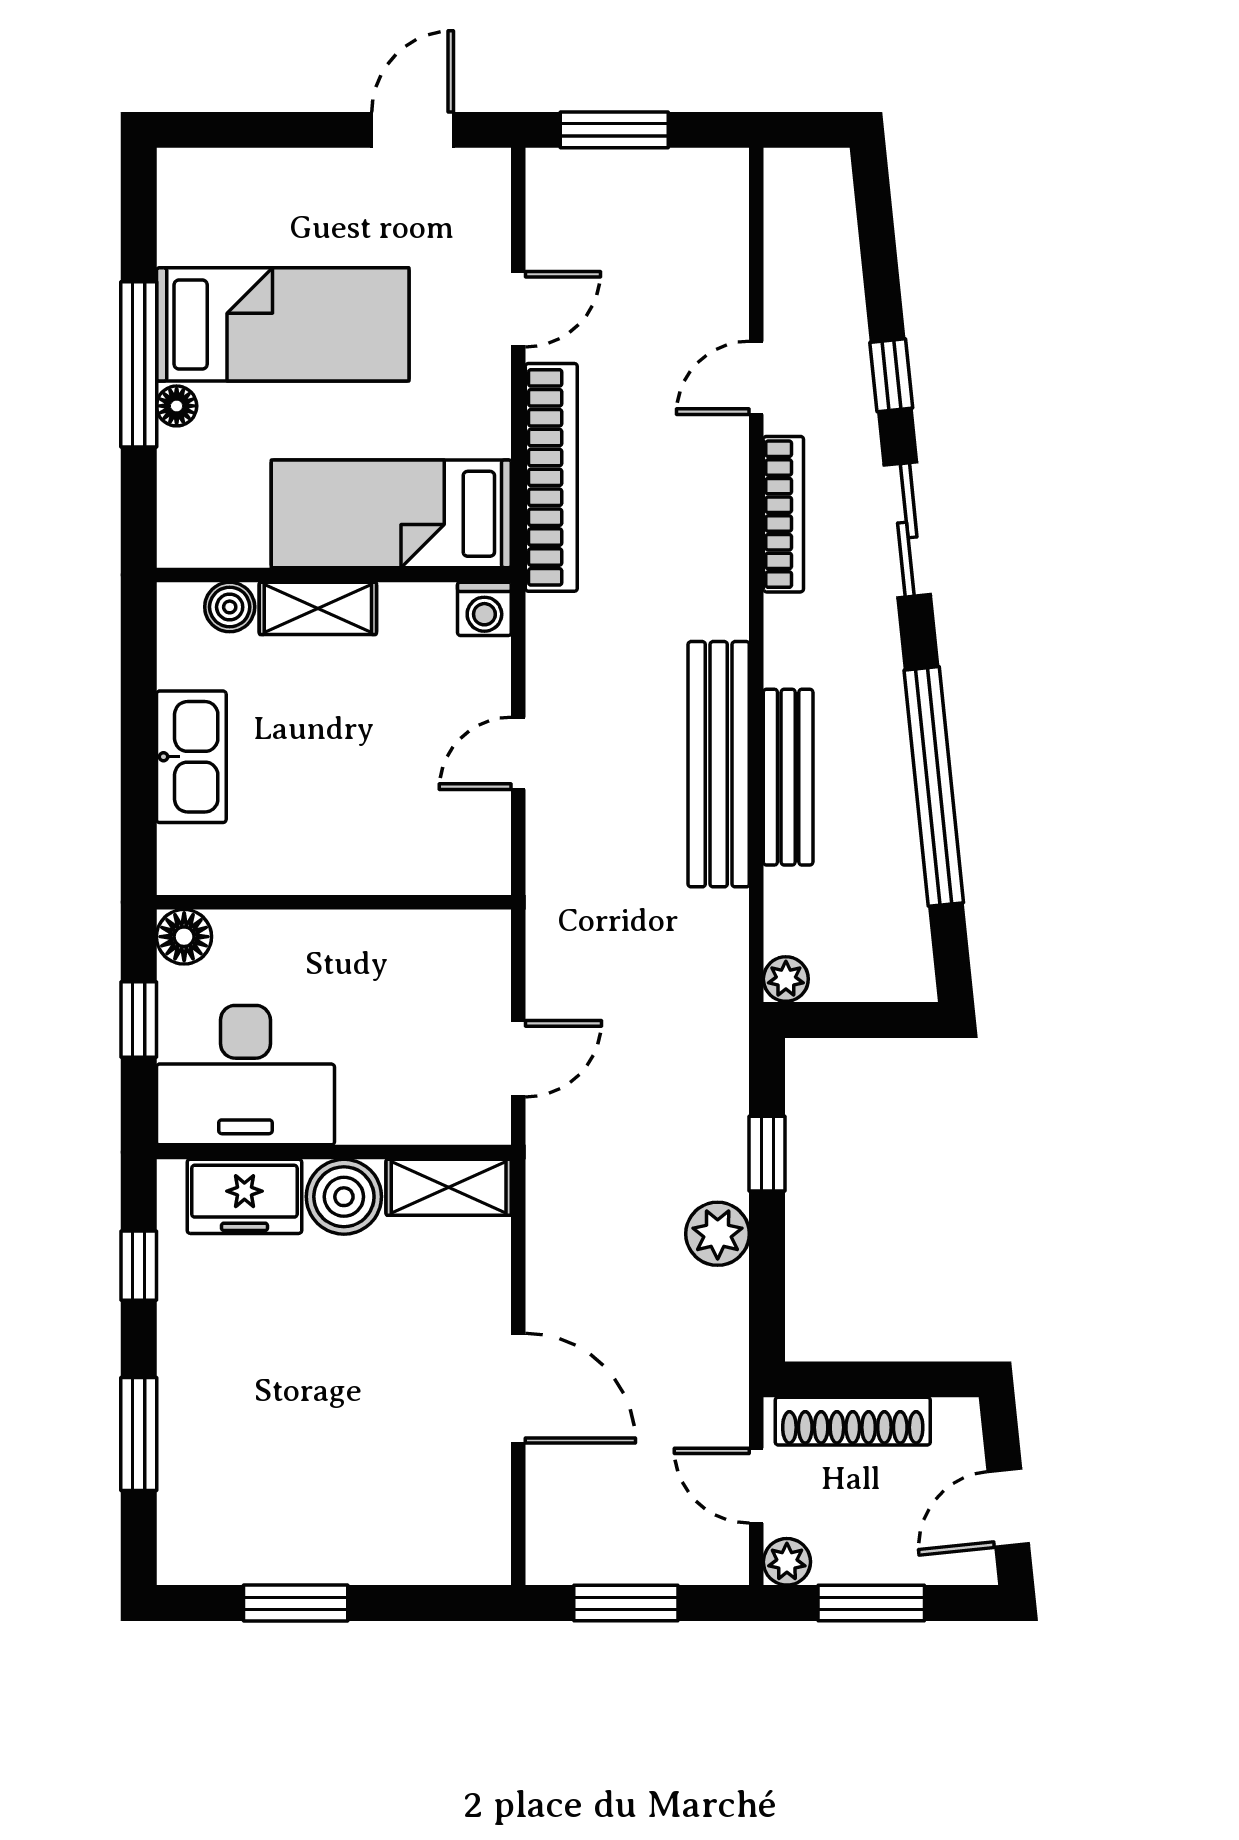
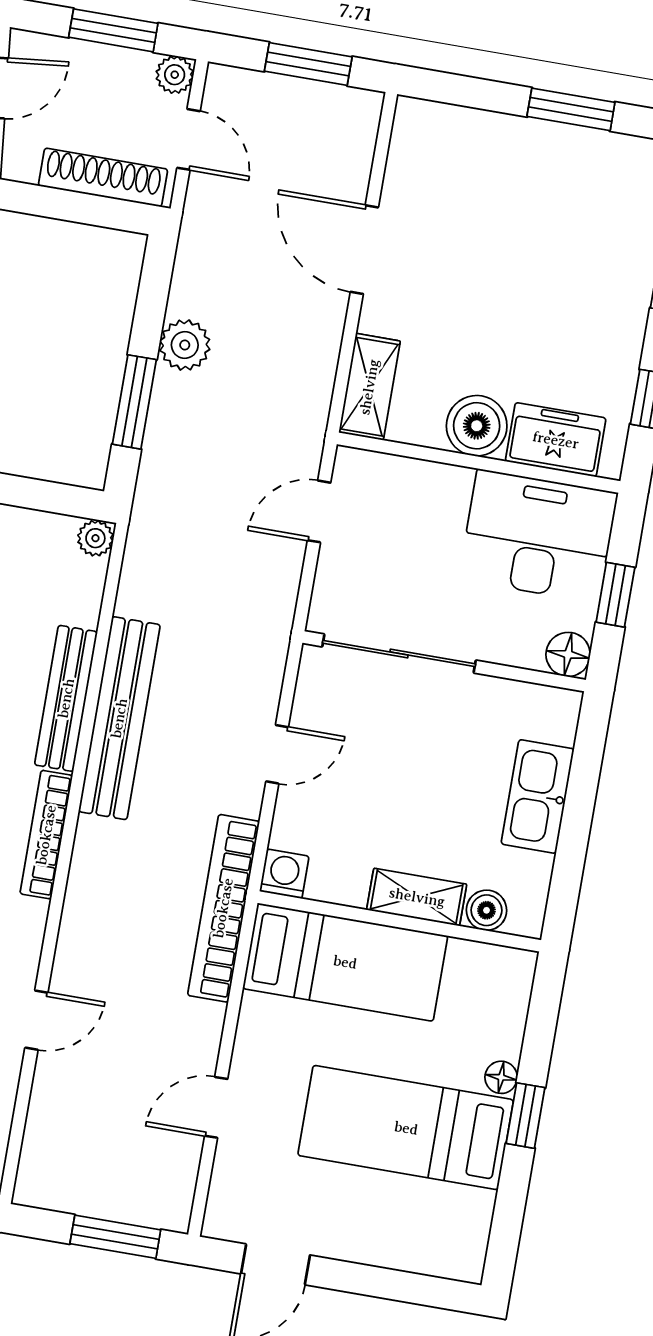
window: (139, 364) -> (525, 1116), width x0.46
bookcase: (551, 477) -> (223, 908), moved
bookcase: (783, 514) -> (46, 835), moved
sliding door: (391, 902) -> (399, 653), added
window: (767, 1154) -> (134, 402), width x1.50
shelving: (449, 1187) -> (369, 387), moved, turned 90

